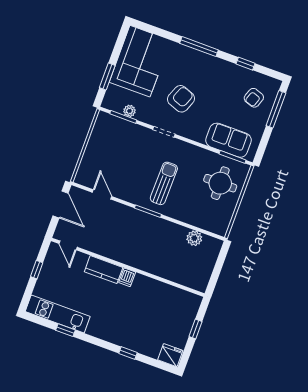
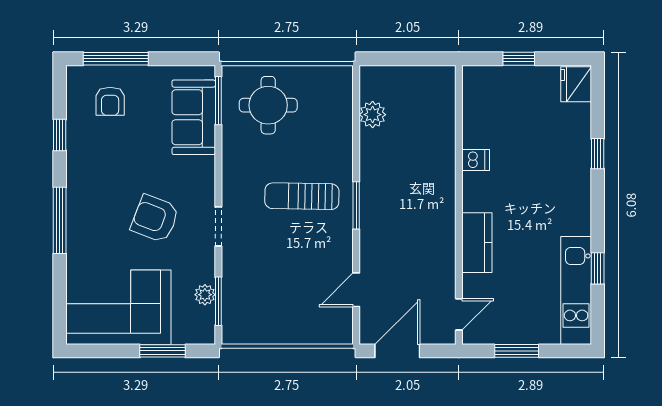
armchair: (254, 98) -> (110, 101), turned 71
window: (37, 270) -> (517, 351), width x1.50
dishwasher: (127, 277) -> (476, 160), moved

